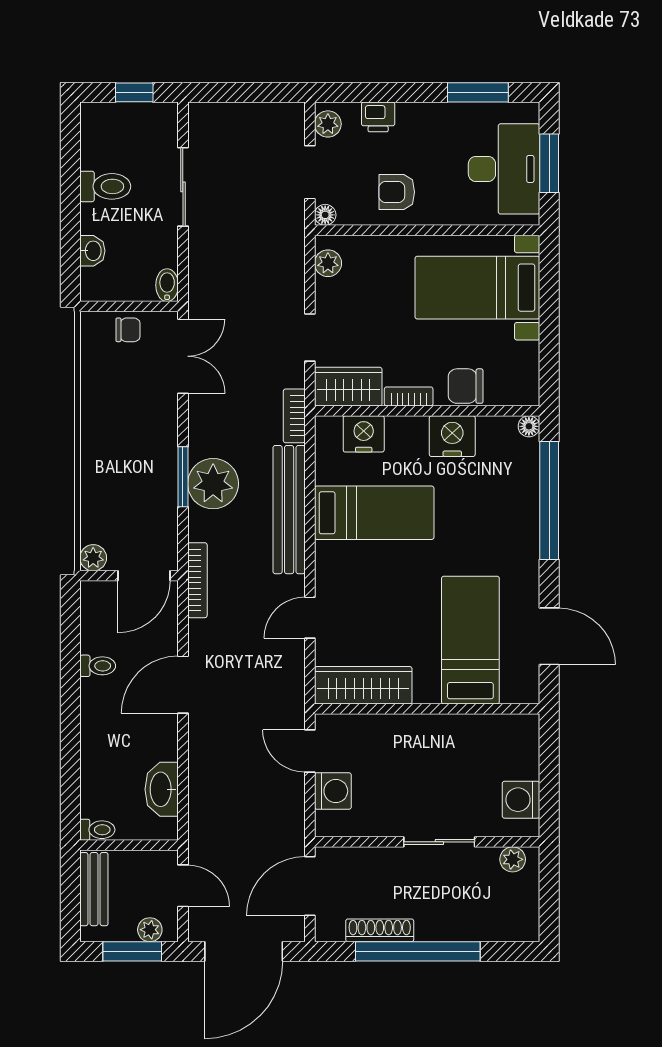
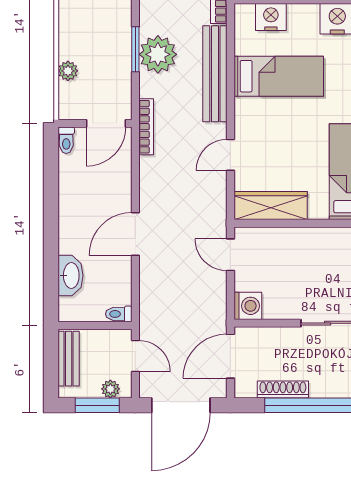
plant: (93, 558) -> (68, 71), moved
toilet: (98, 666) -> (66, 140), moved, turned 90
door: (183, 685) -> (135, 234), moved
washbasin: (162, 789) -> (71, 276), moved, turned 180
washing machine: (333, 791) -> (248, 306), moved
toilet: (97, 830) -> (119, 314), moved, turned 180

